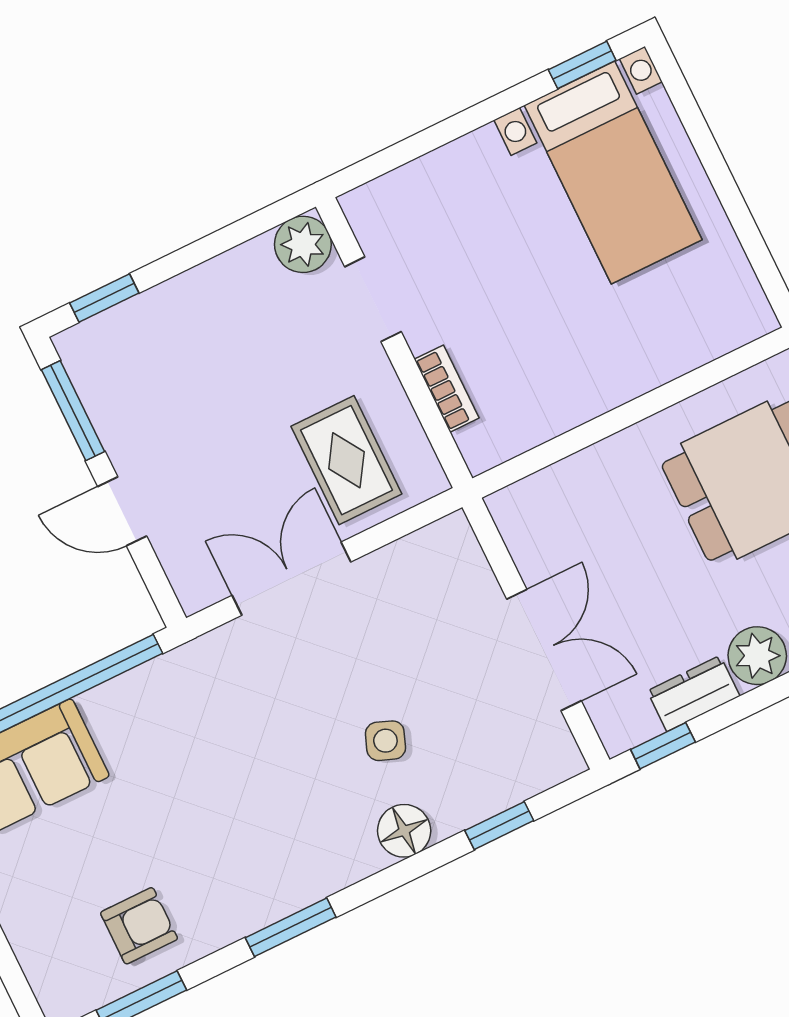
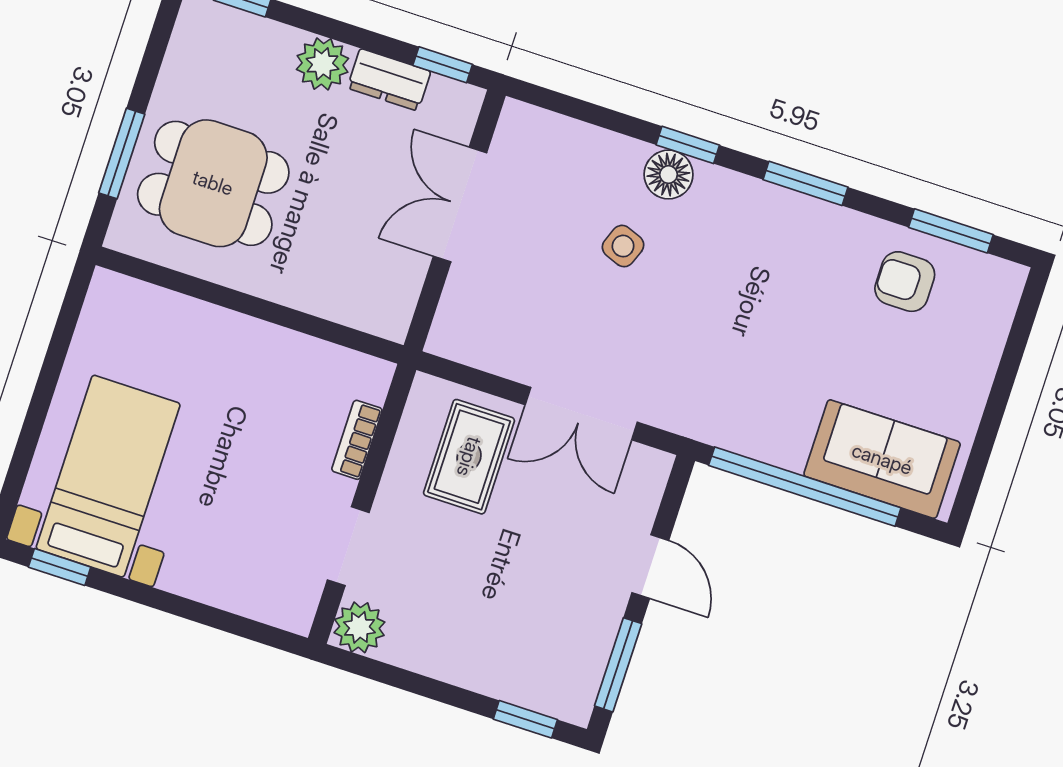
window: (499, 826) -> (688, 145), moved

